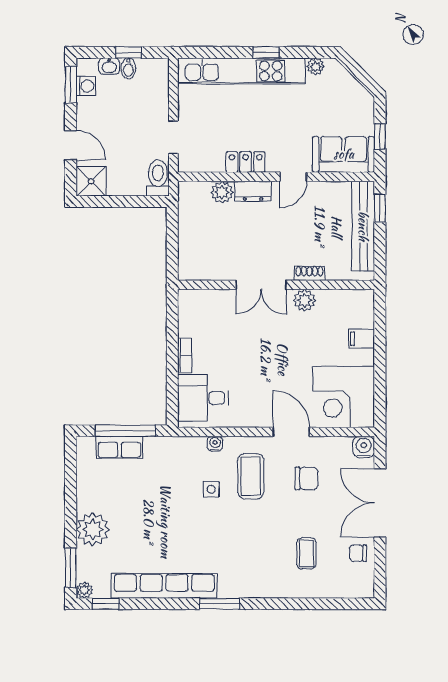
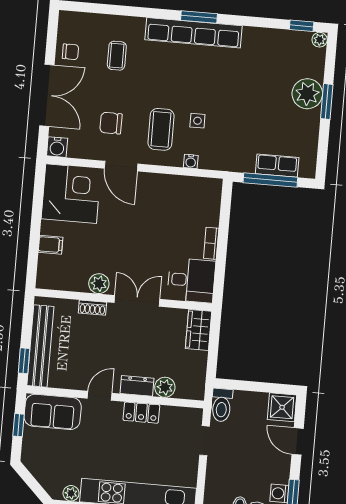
wardrobe: (190, 259) -> (199, 330), added
desk: (203, 398) -> (191, 280), moved
window: (71, 568) -> (327, 101), moved
row of seats: (164, 586) -> (194, 33), moved

